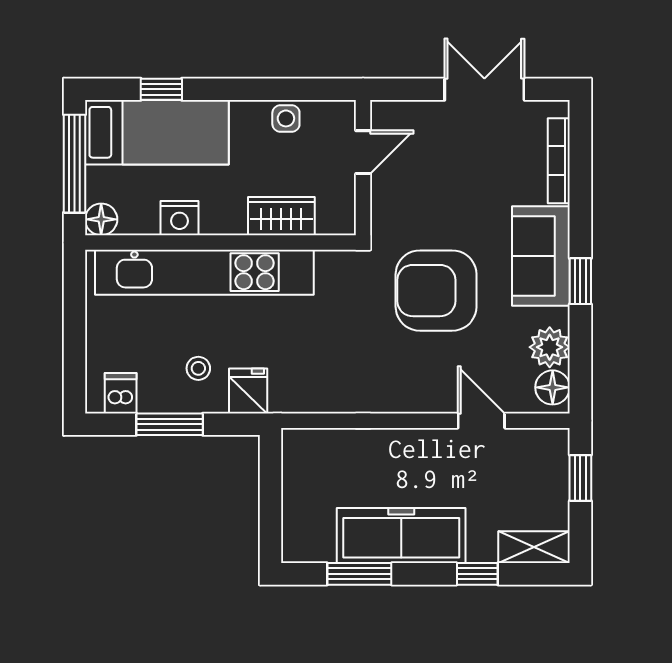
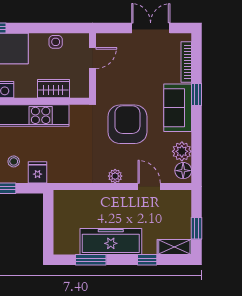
window: (580, 281) -> (197, 94), moved
armchair: (436, 291) -> (127, 124), turned 90
plant: (410, 399) -> (115, 176), added
window: (580, 478) -> (197, 228), moved

